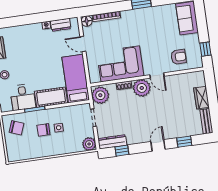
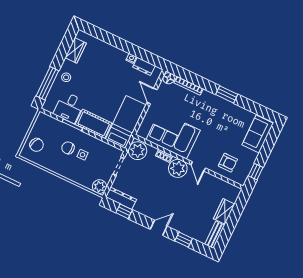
chair: (16, 128) -> (37, 145), moved

